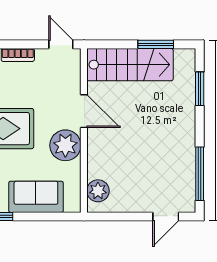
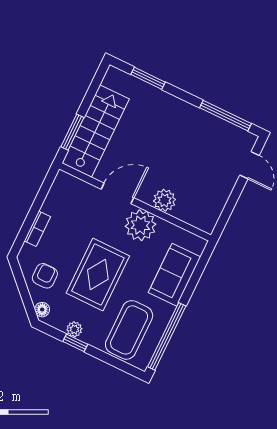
door: (61, 44) -> (47, 185), removed
window: (156, 44) -> (72, 132), moved
plant: (98, 191) -> (164, 200), moved

